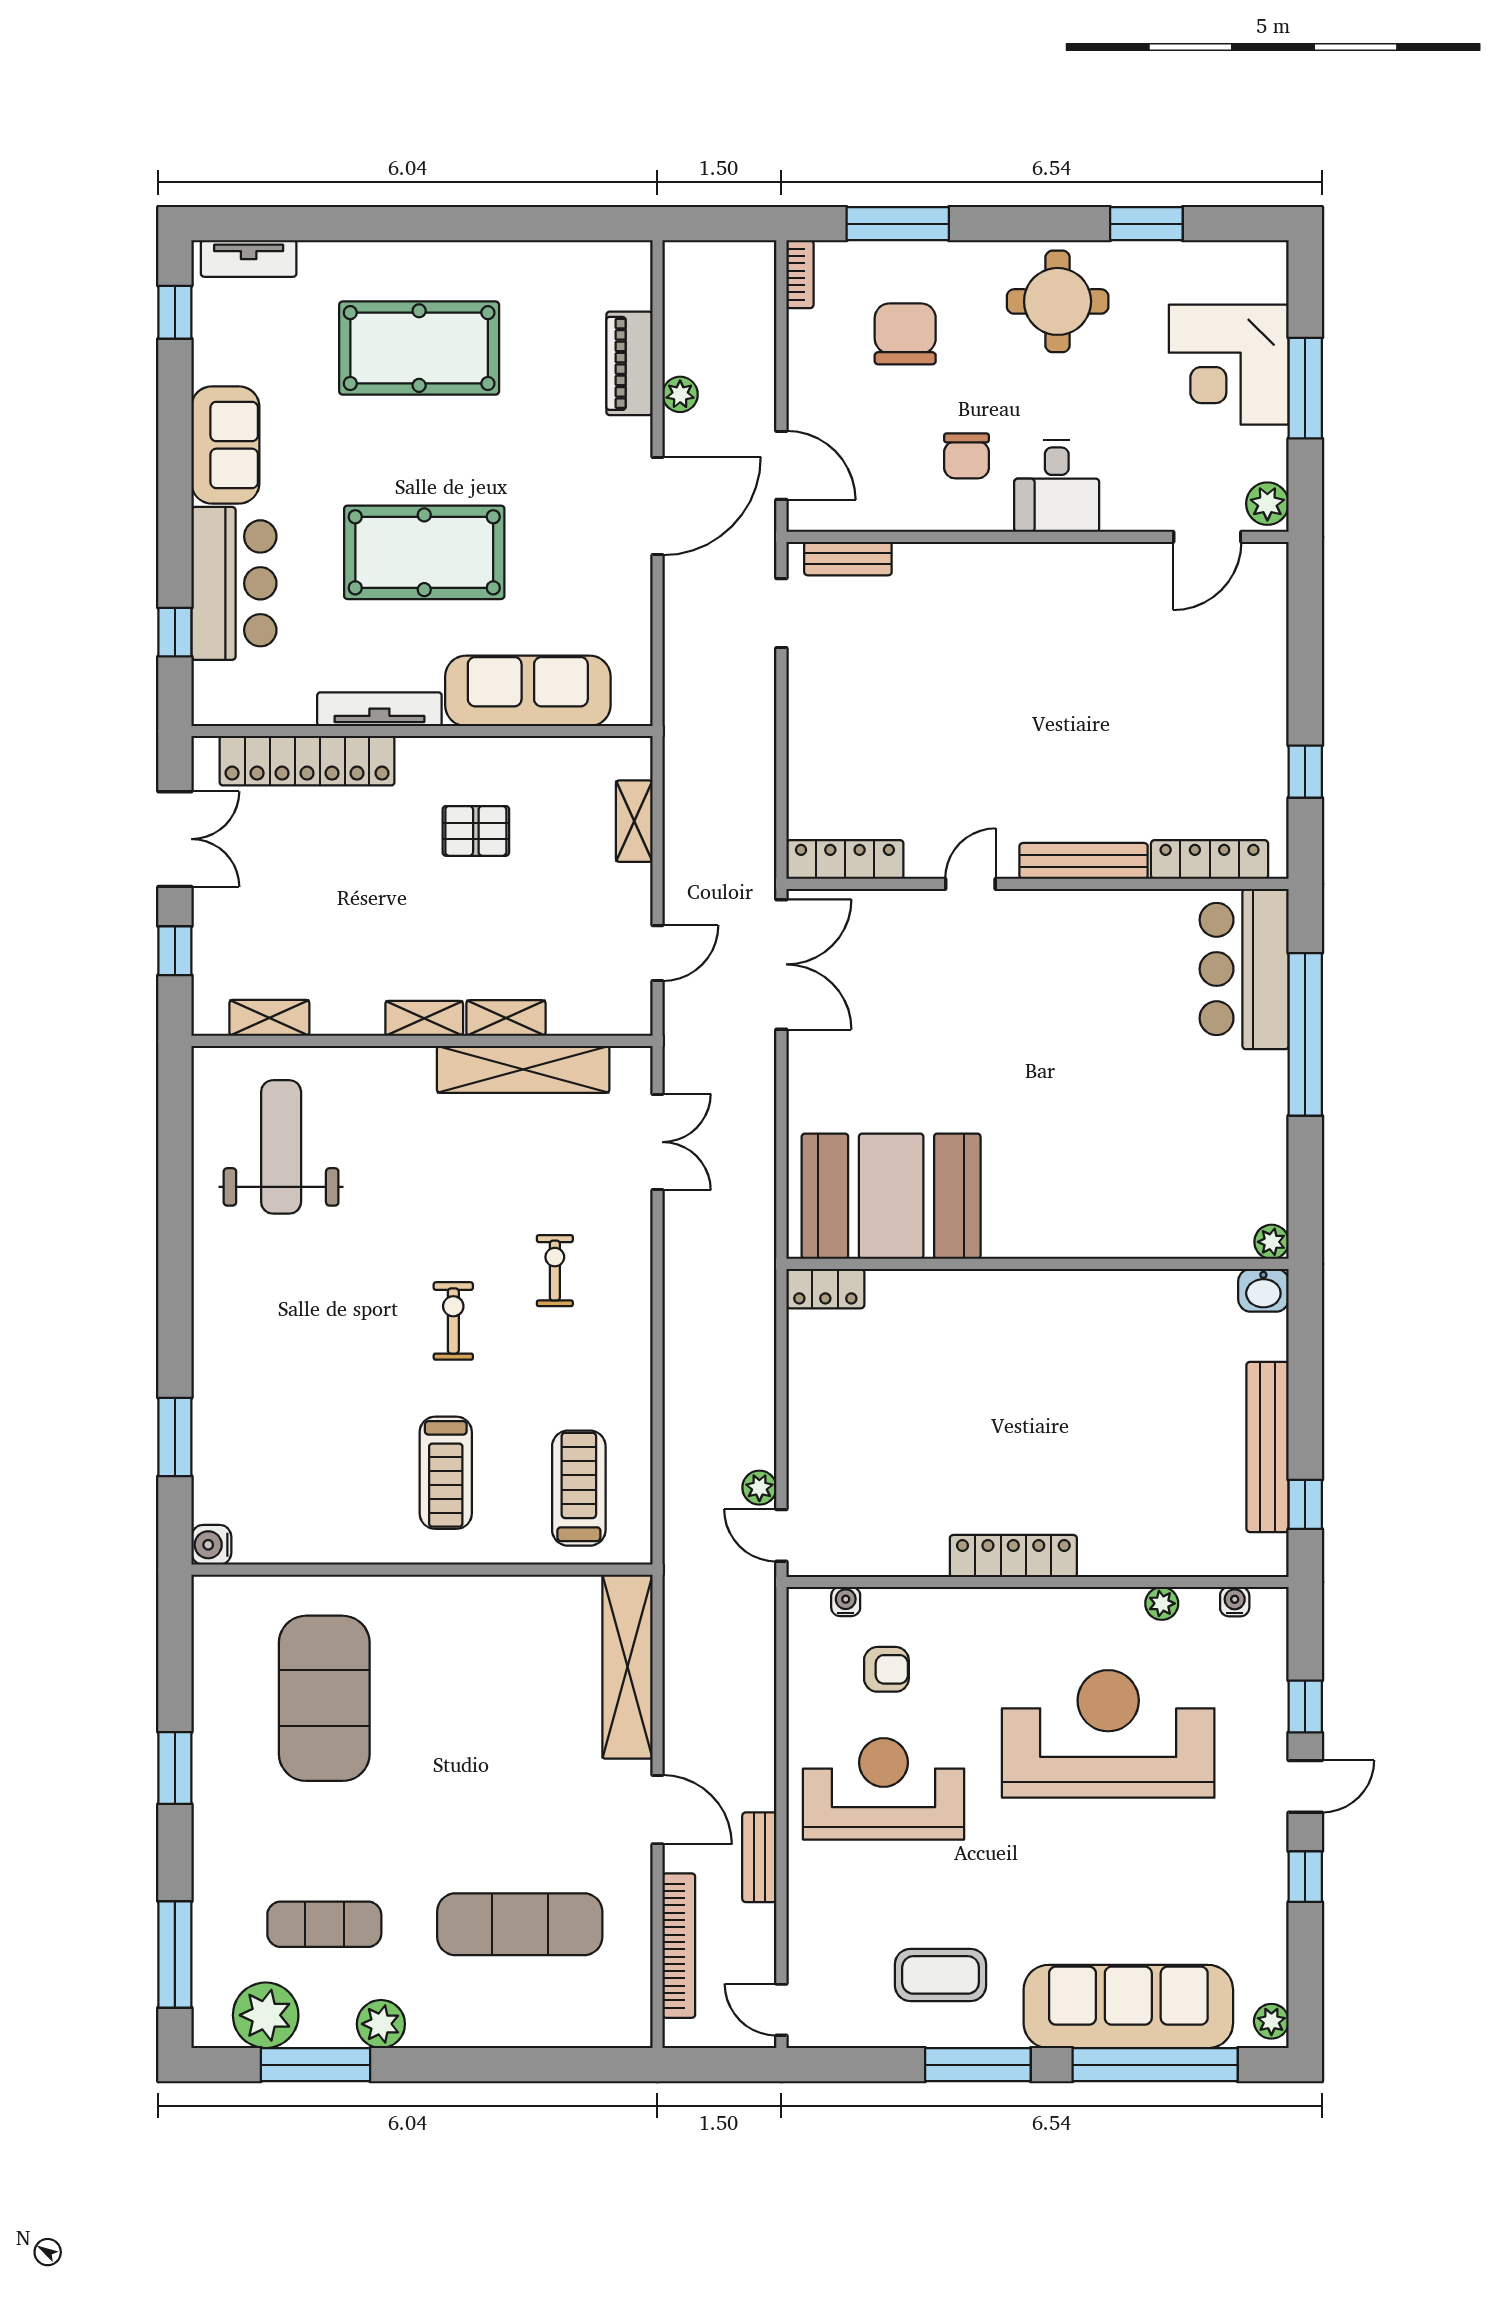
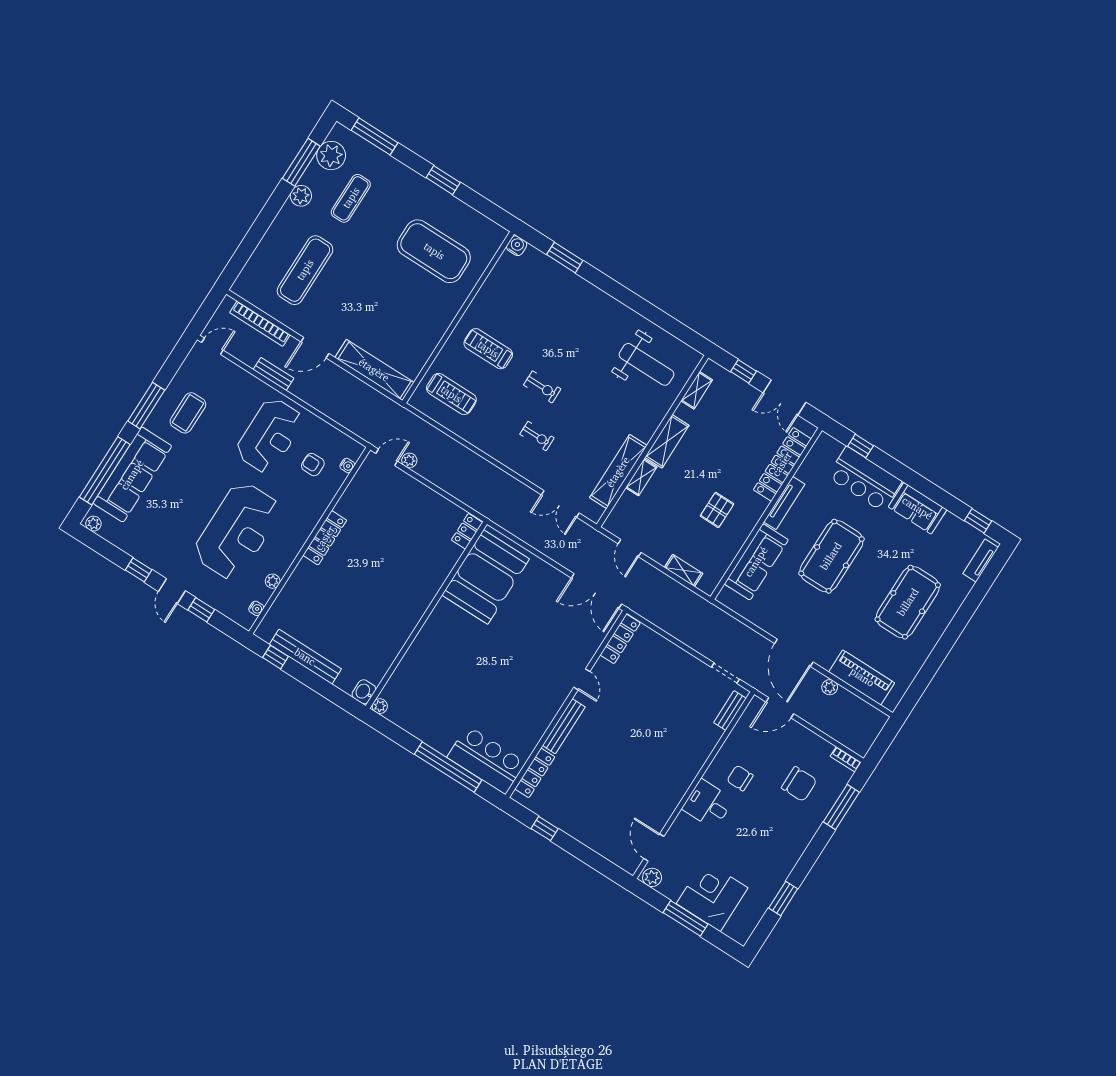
round table: (1058, 301) -> (775, 848), removed
piano: (629, 363) -> (862, 677), width x1.37, depth x1.33
shelving: (424, 1018) -> (667, 441), width x1.50, depth x1.33
armchair: (886, 1669) -> (313, 465), turned 90

